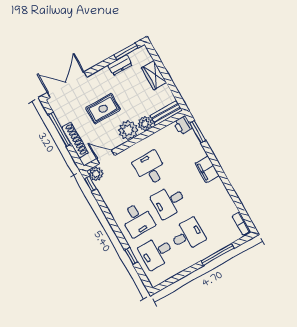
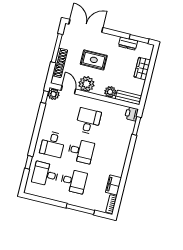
plant: (128, 130) -> (86, 84), moved
filing cabinet: (207, 169) -> (114, 185), moved
desk: (169, 202) -> (81, 151), turned 180

